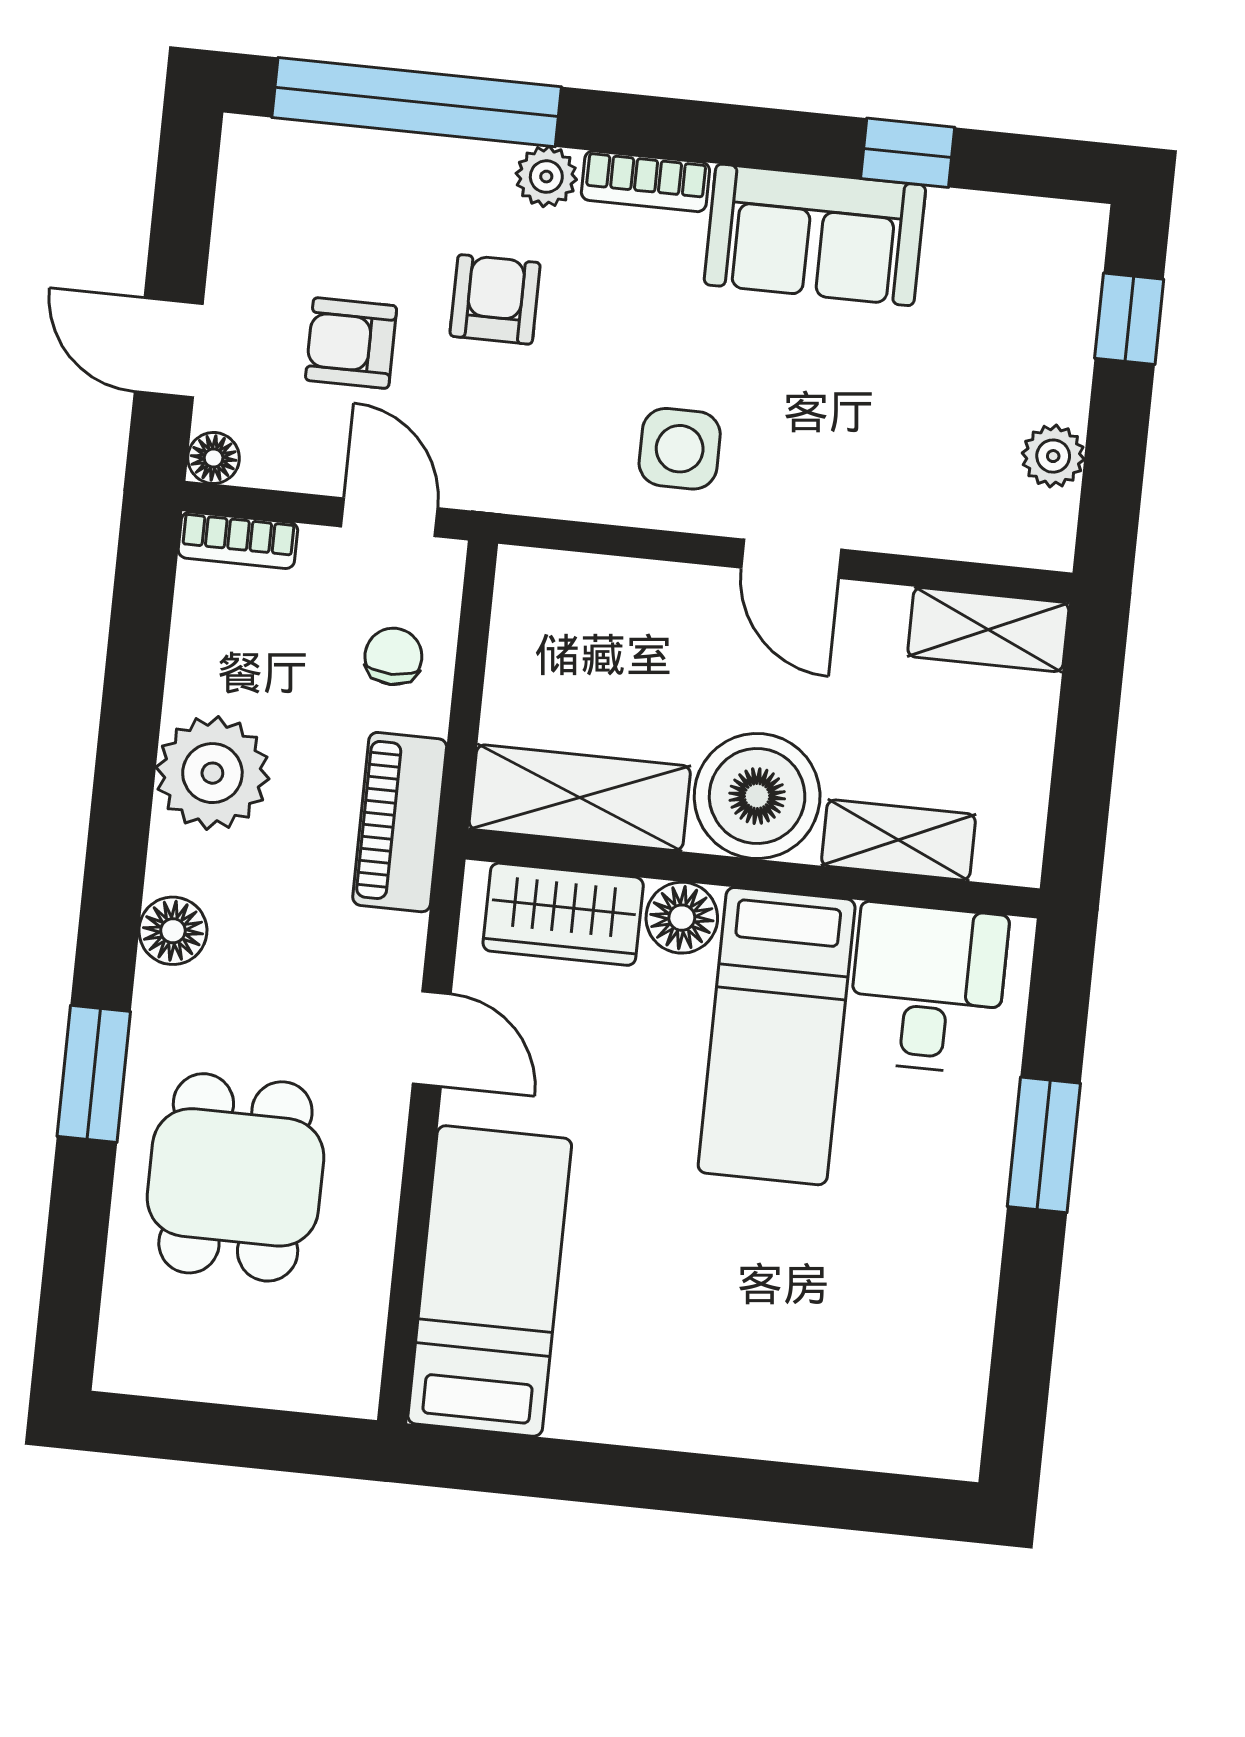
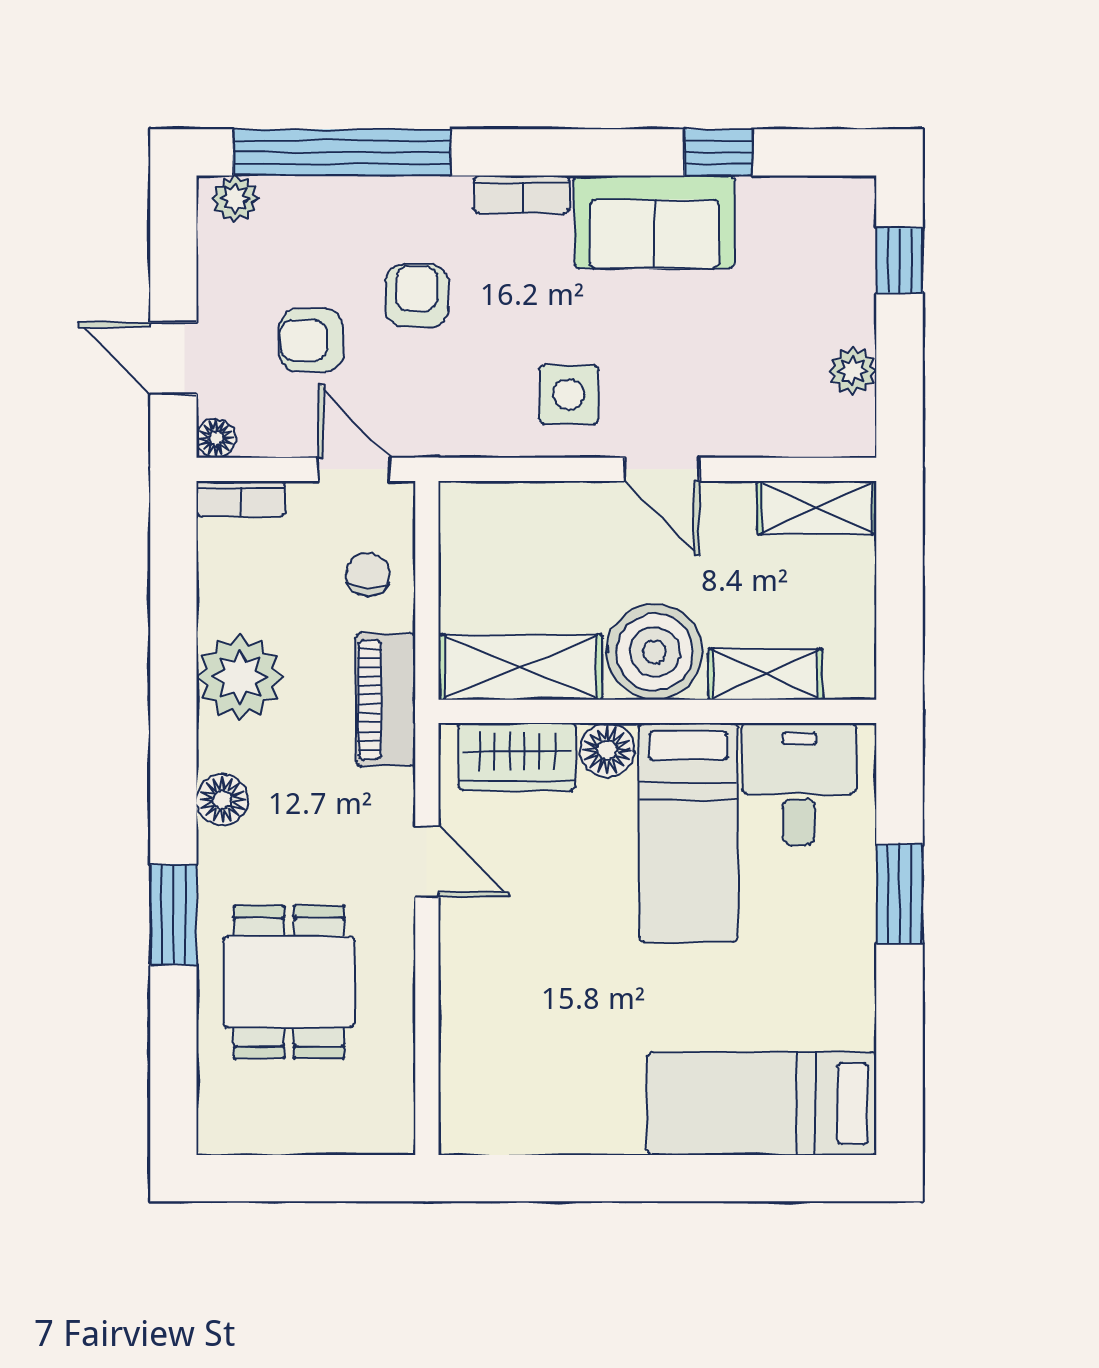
plant: (546, 177) -> (235, 199), moved
bed: (490, 1281) -> (762, 1104), moved, turned -90

